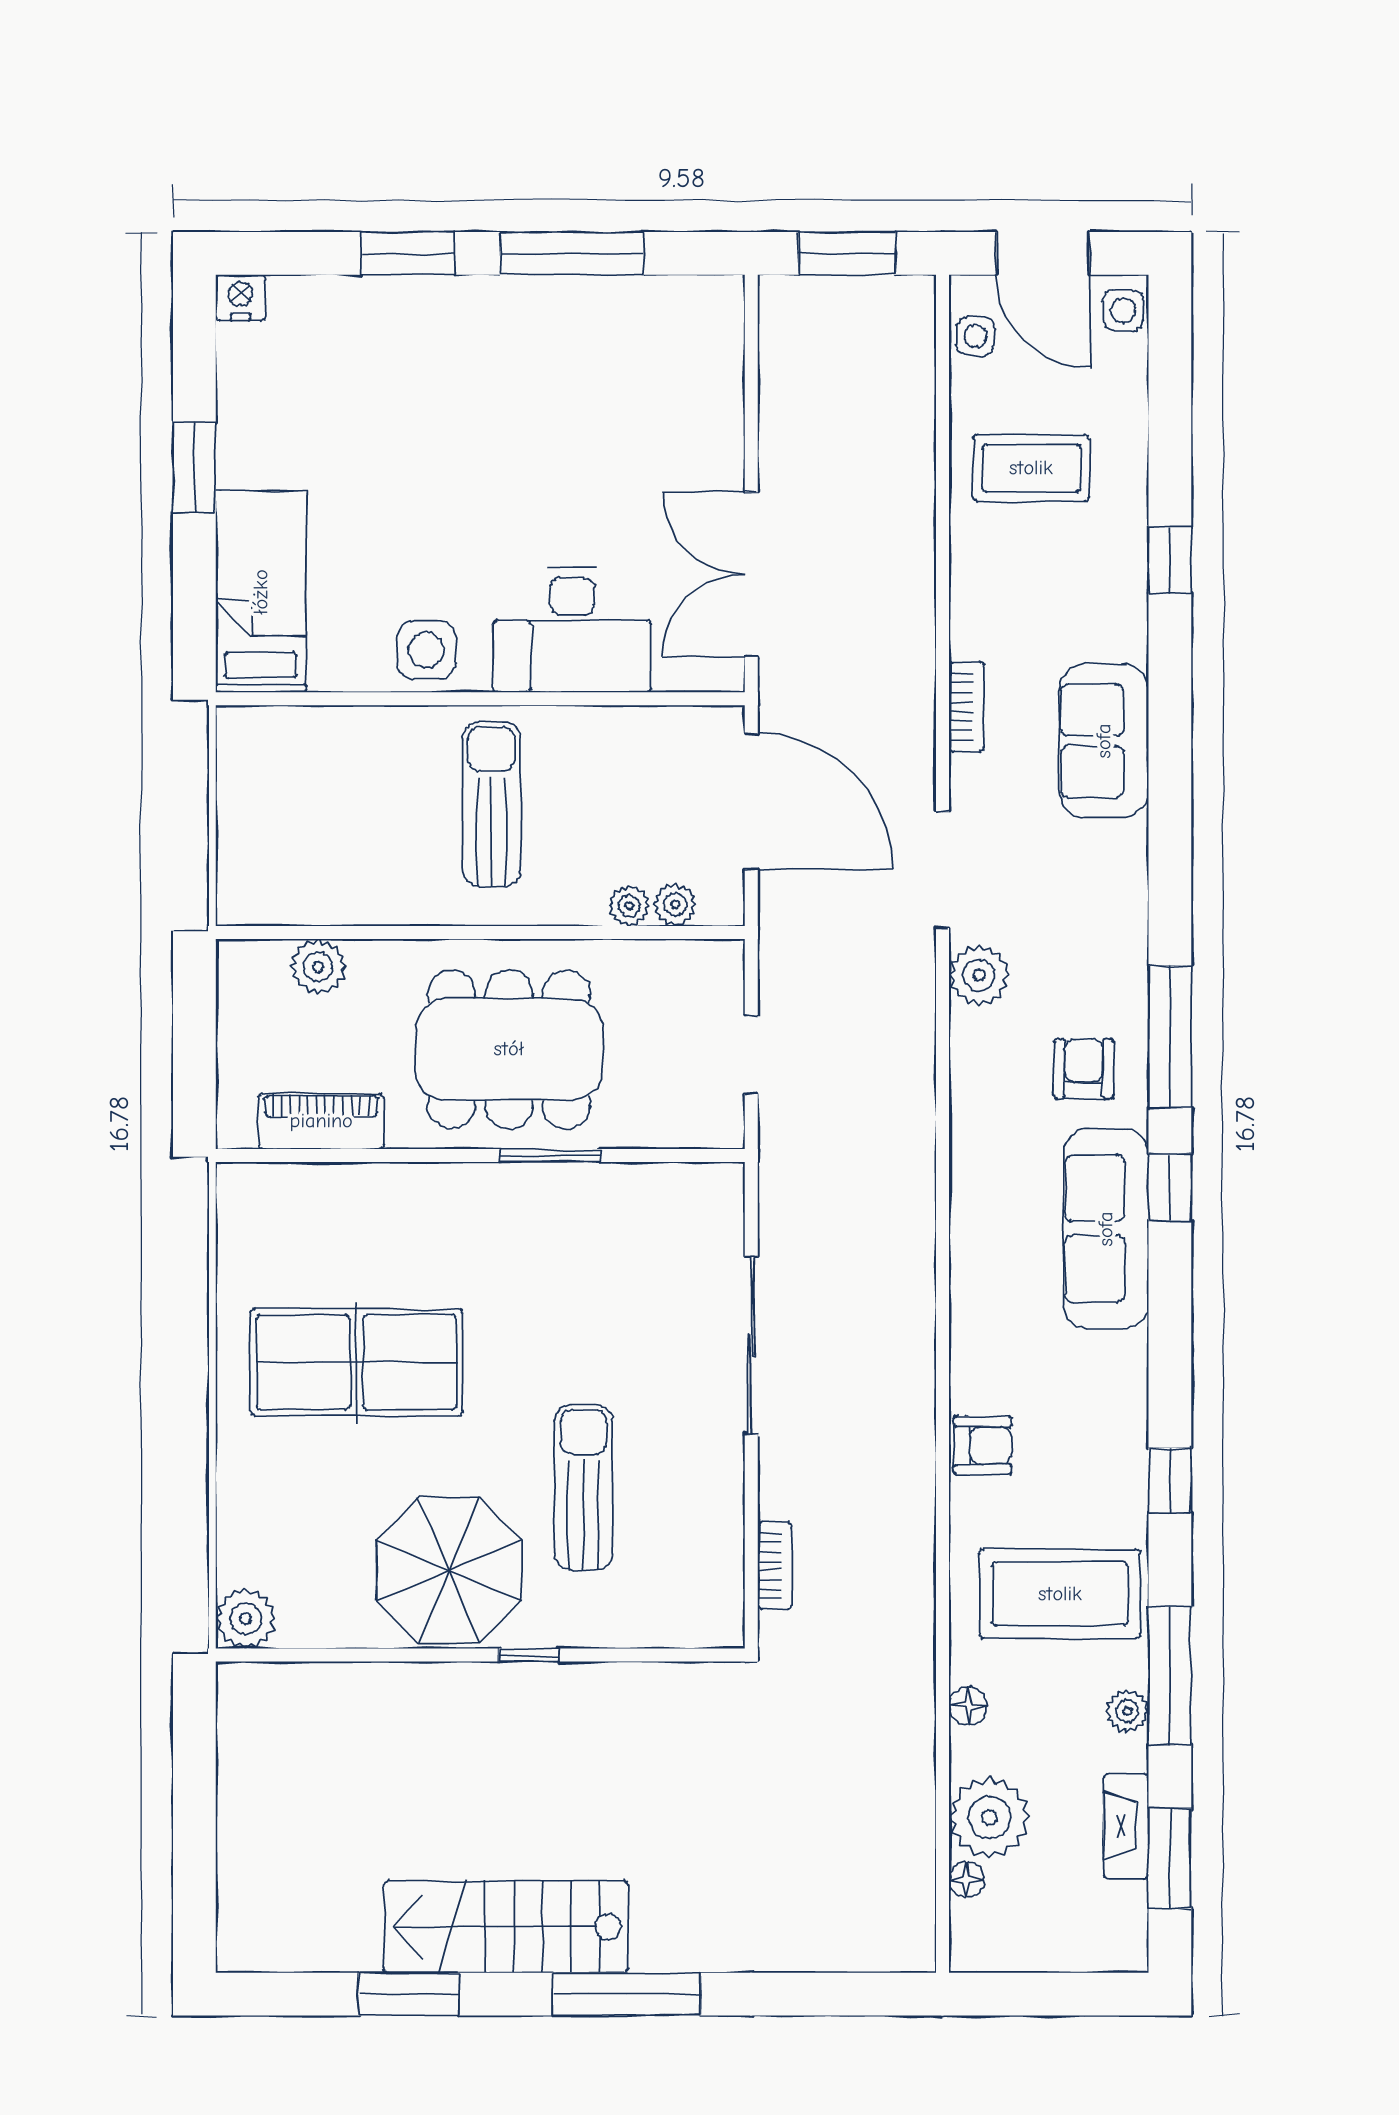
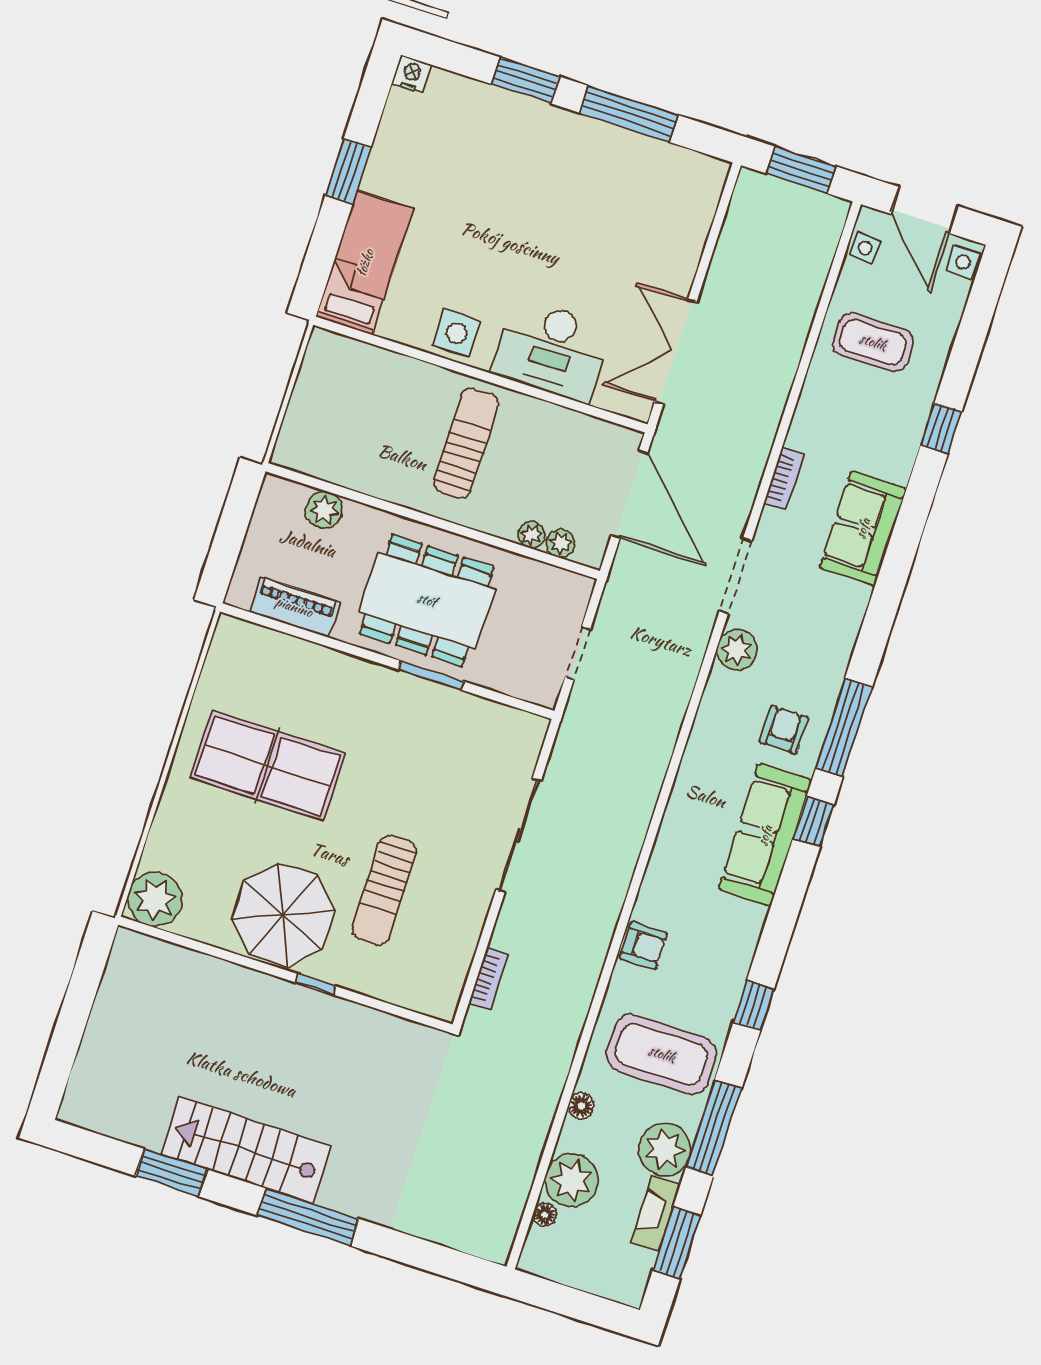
sun lounger: (584, 1487) -> (384, 890), turned 180
plant: (246, 1619) -> (155, 899), width x1.36, depth x1.36
plant: (1127, 1711) -> (665, 1149), width x1.87, depth x1.87

